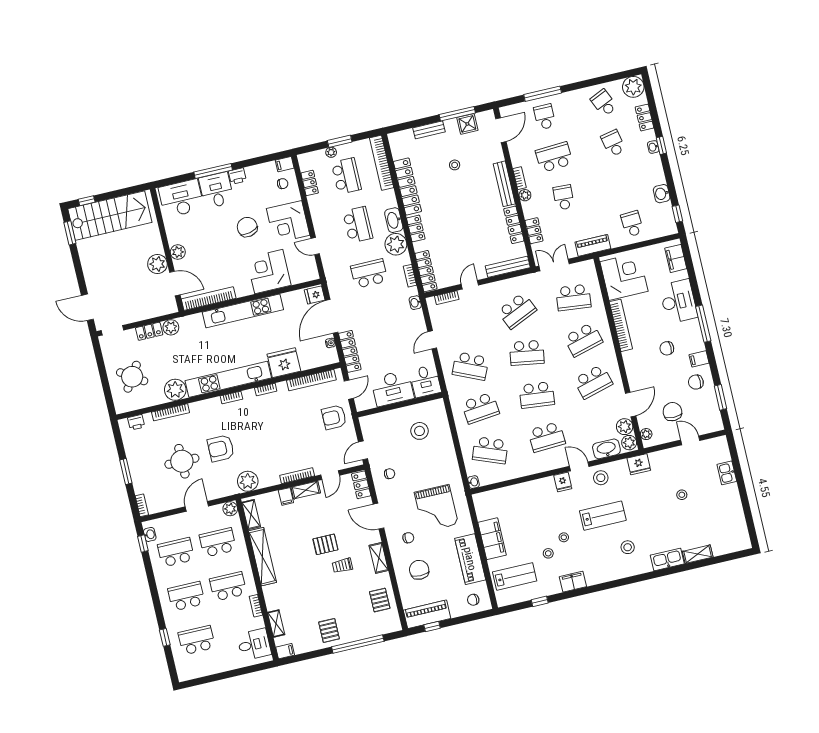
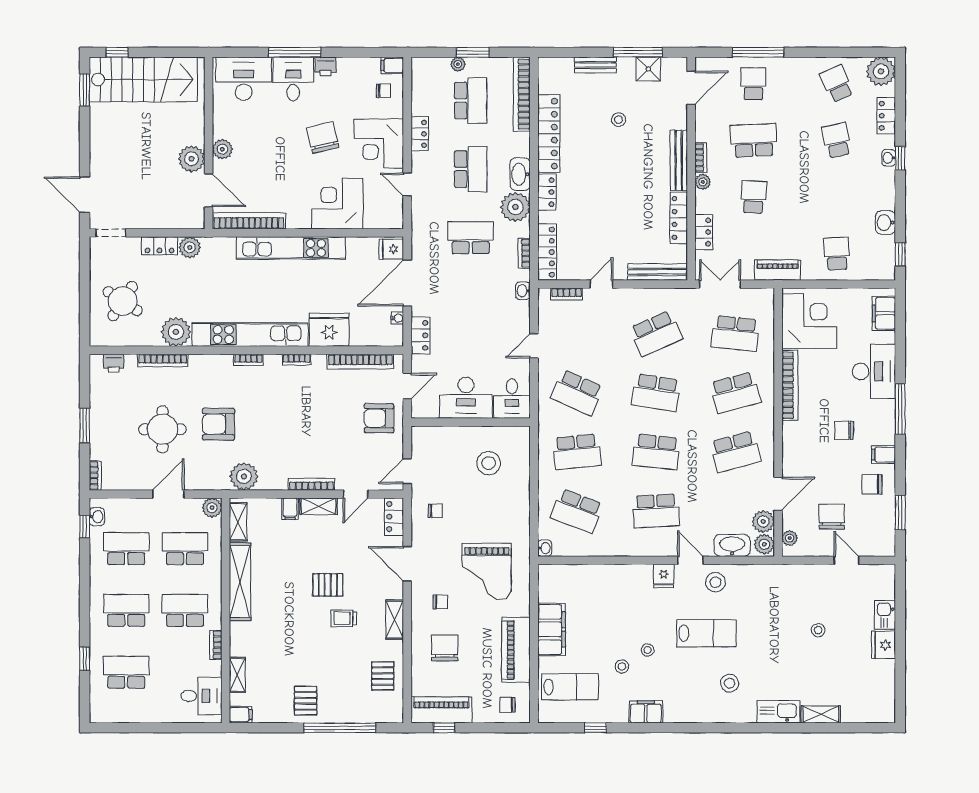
locker: (310, 183) -> (420, 134), moved
locker: (350, 351) -> (421, 335), width x0.66
fridge: (639, 464) -> (883, 645), moved, turned 90

